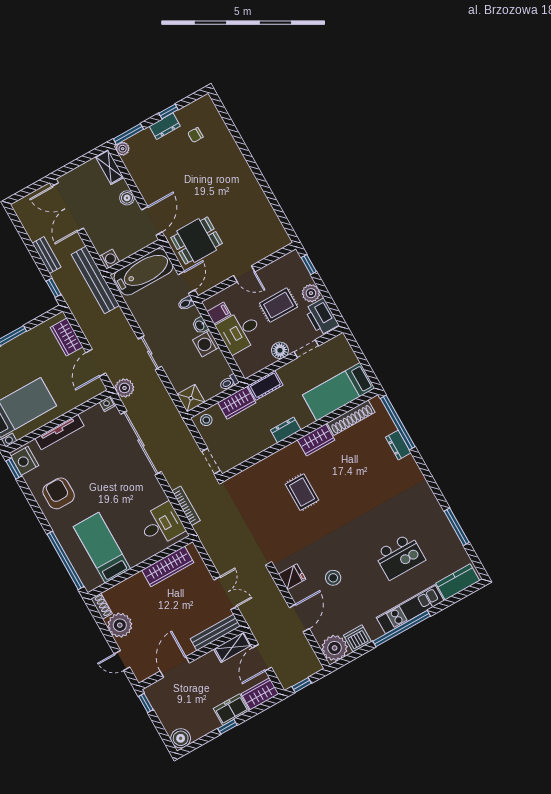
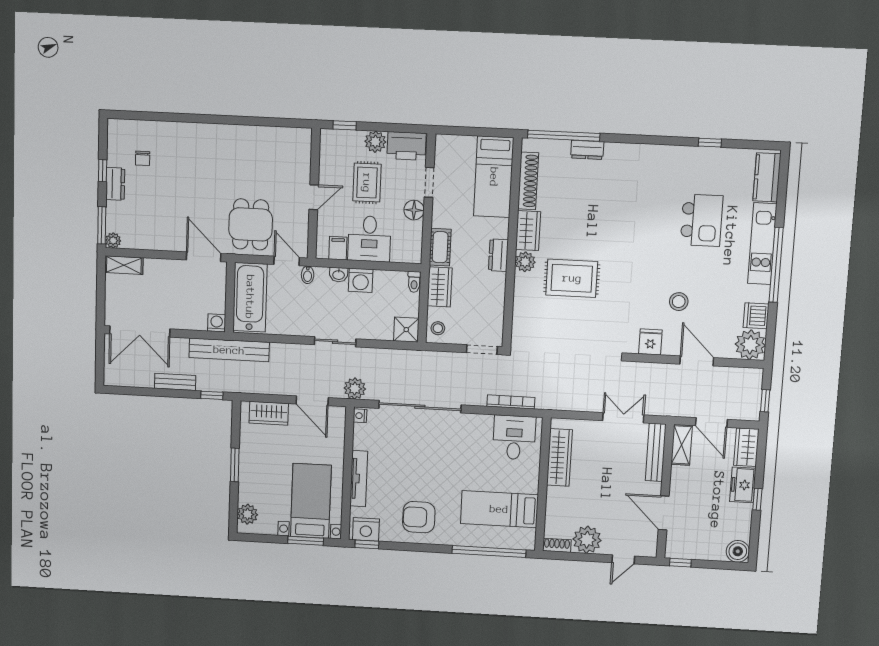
boiler: (127, 198) -> (165, 267), removed
plant: (293, 452) -> (525, 262), added
rug: (302, 492) -> (572, 278), width x1.36, depth x1.43
window: (457, 527) -> (710, 143), width x0.46

